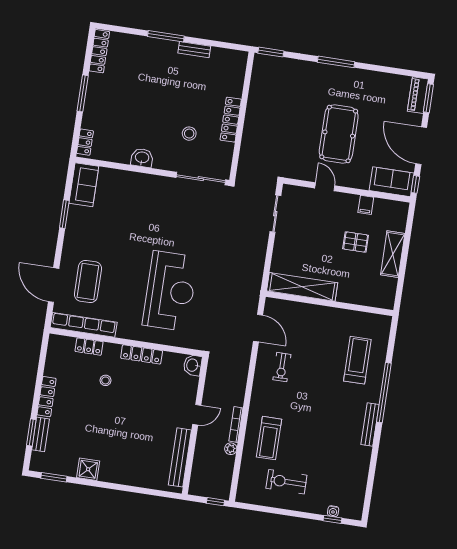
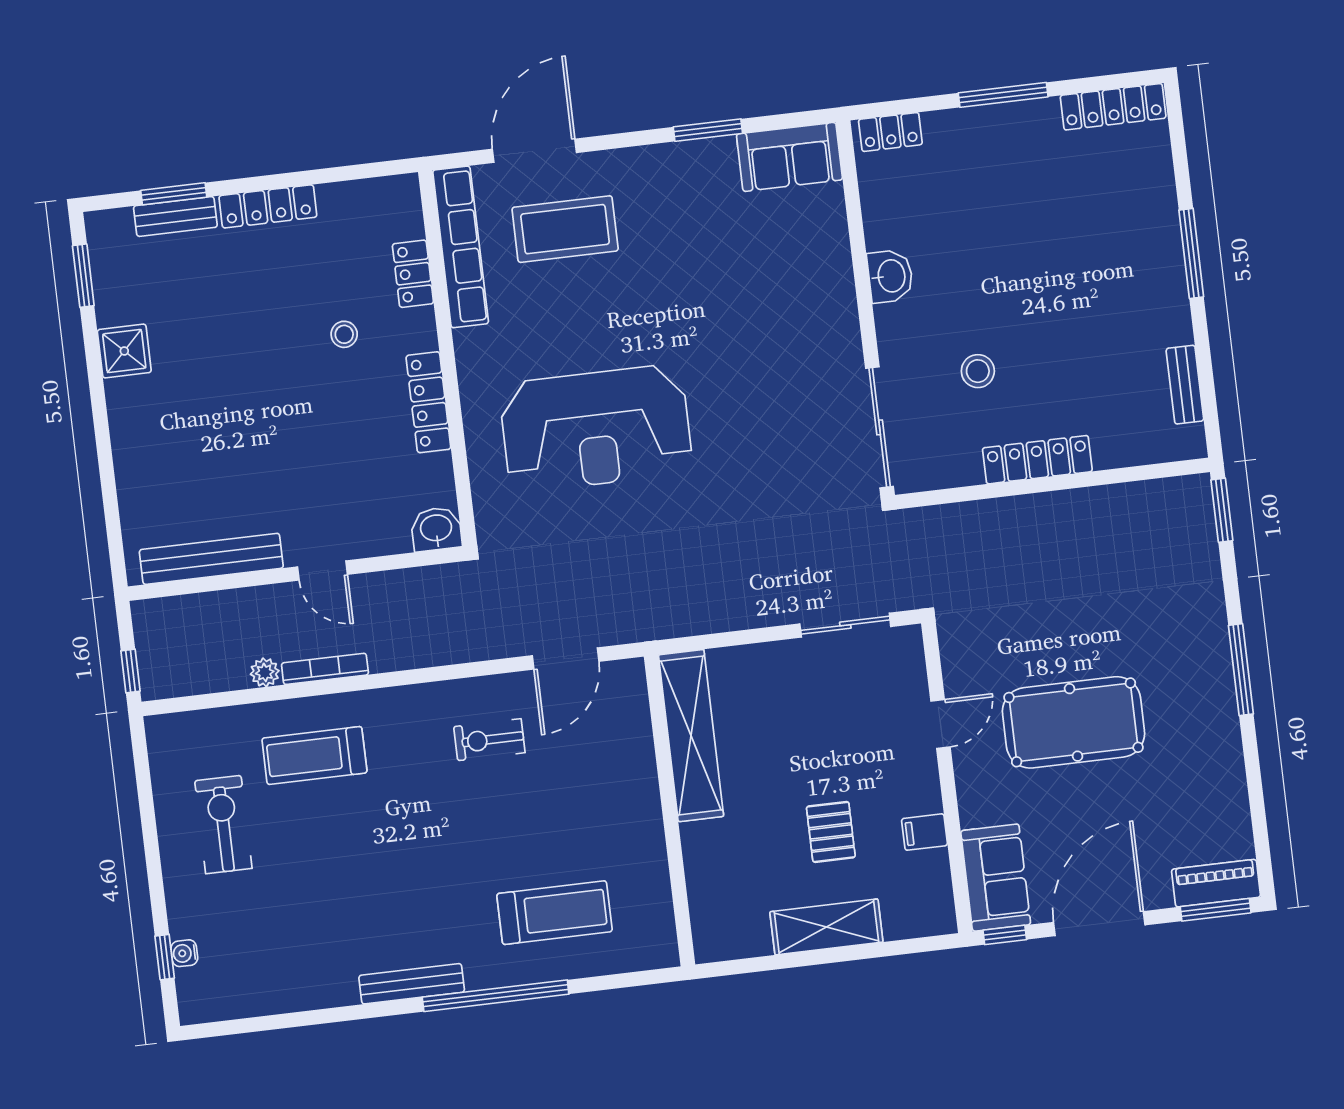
bench: (194, 50) -> (1185, 385), moved

